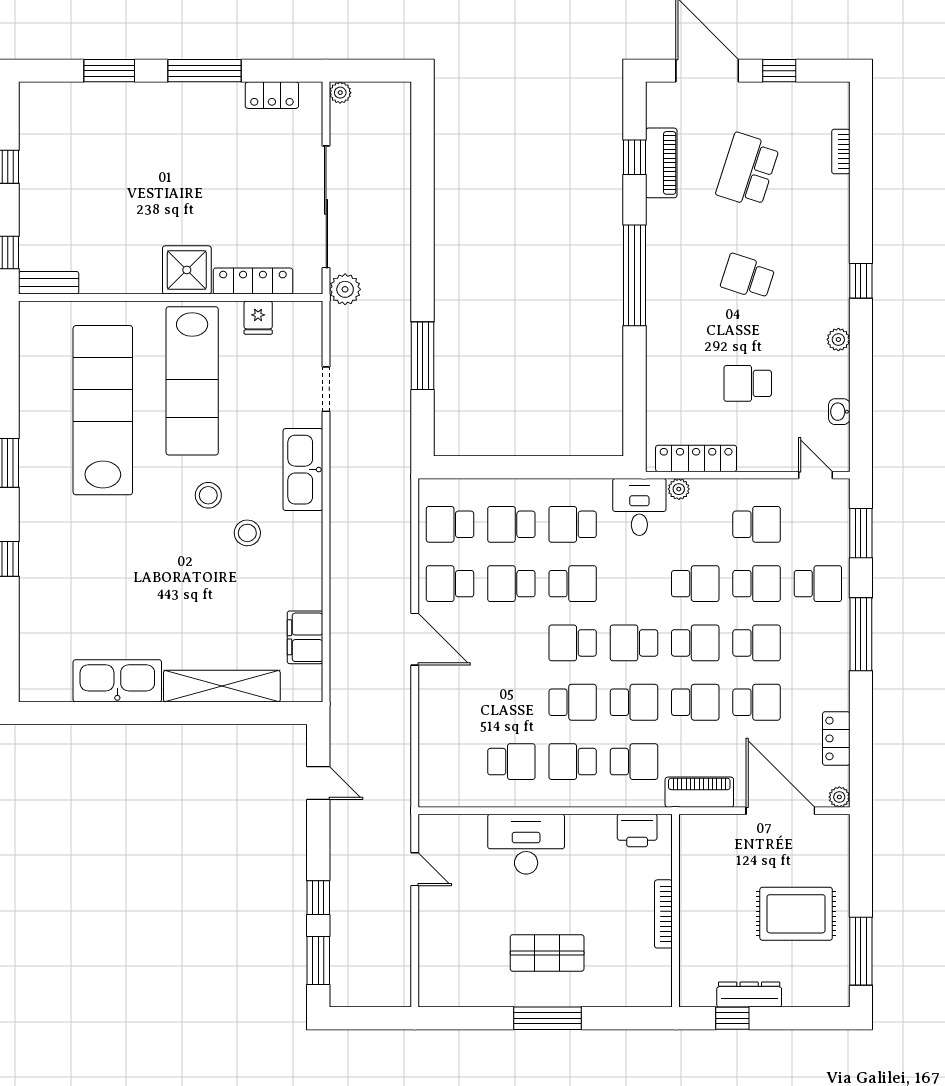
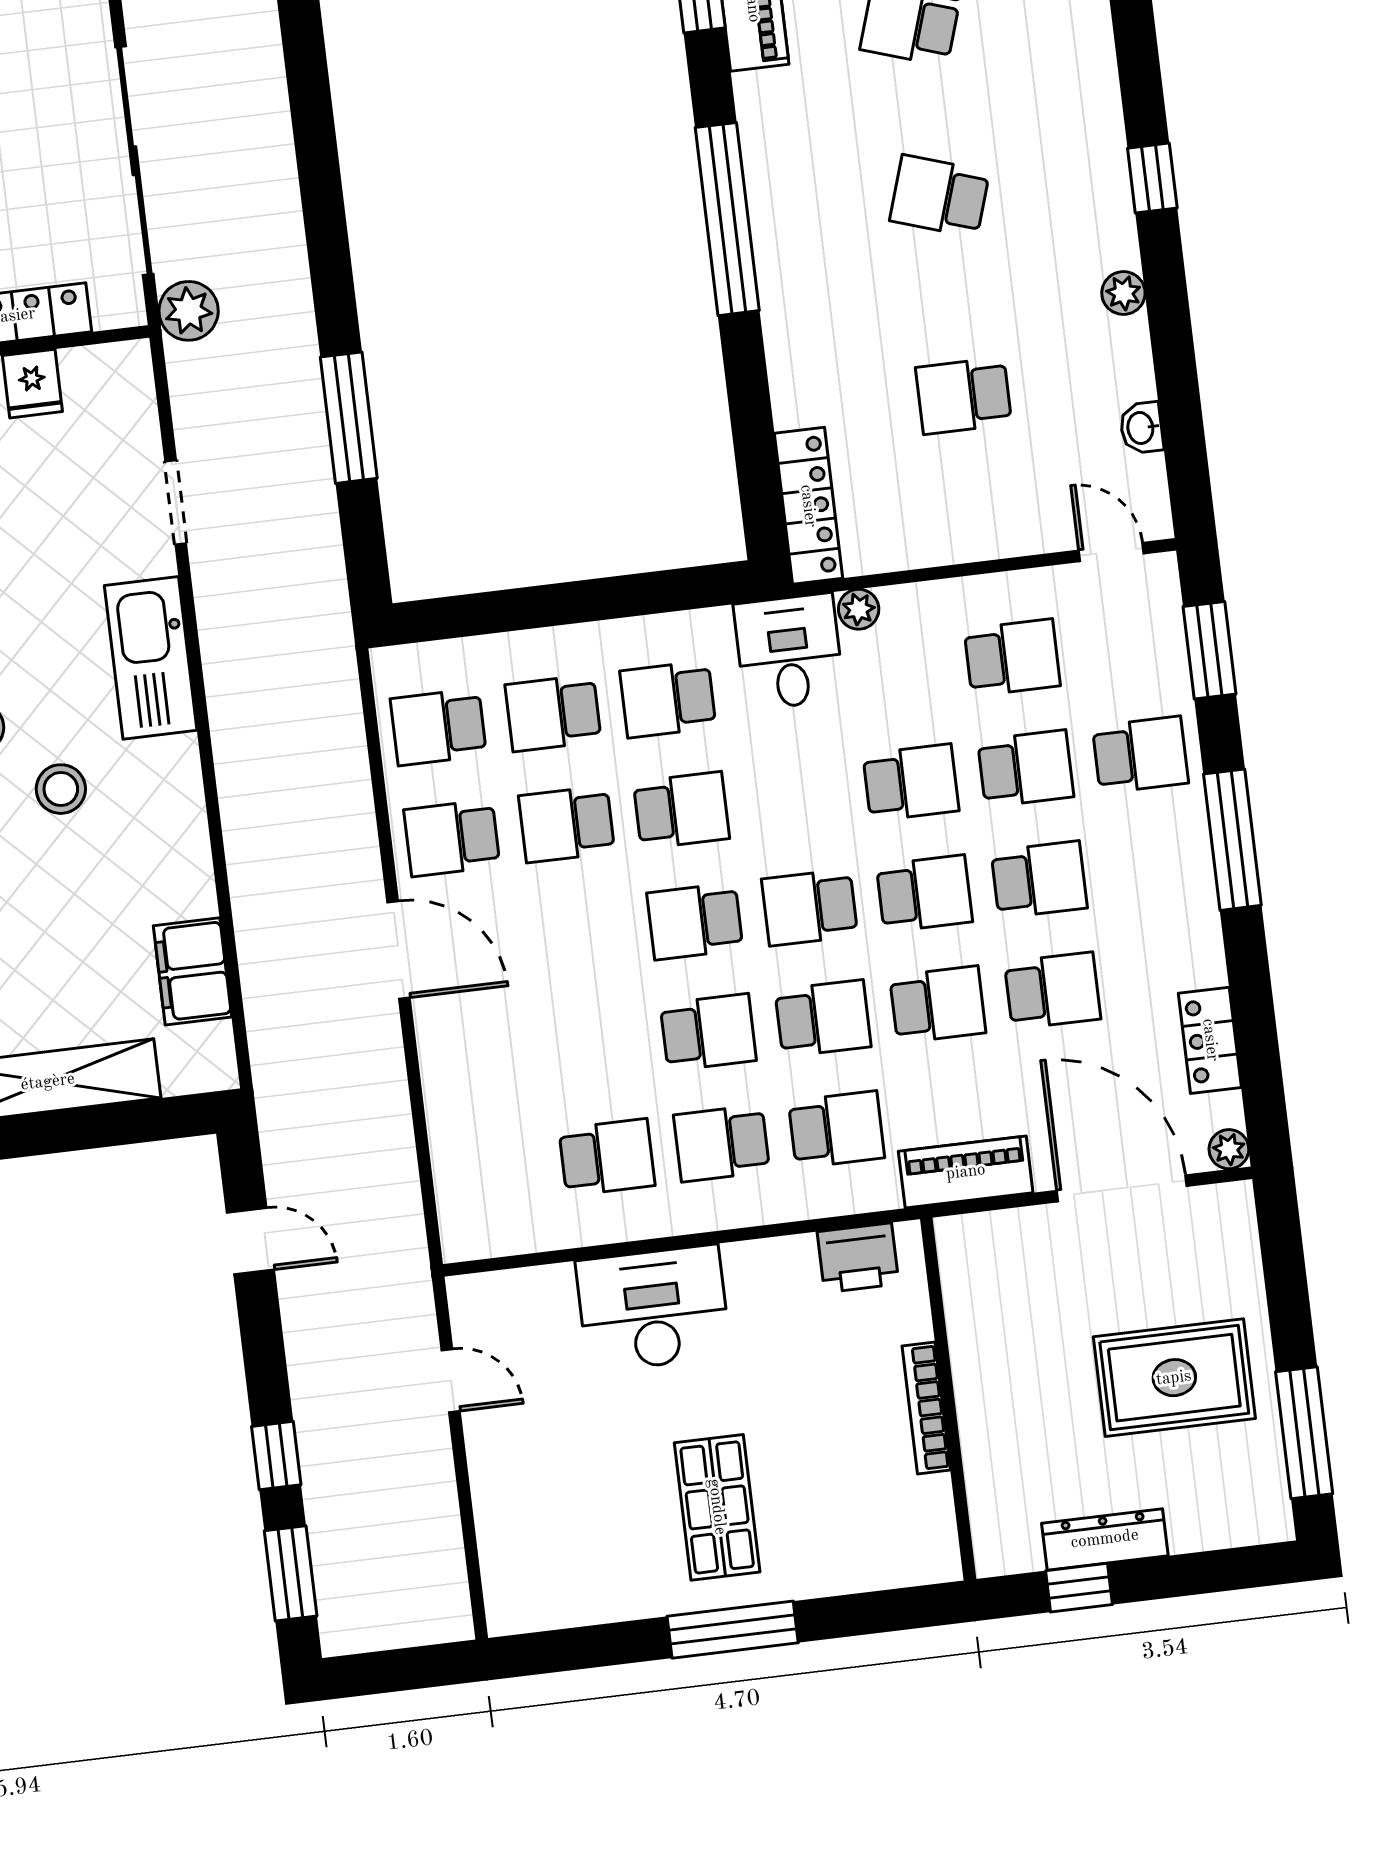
locker: (696, 458) -> (808, 506), moved, turned 90
shop shelf: (547, 953) -> (717, 1507), turned 90

